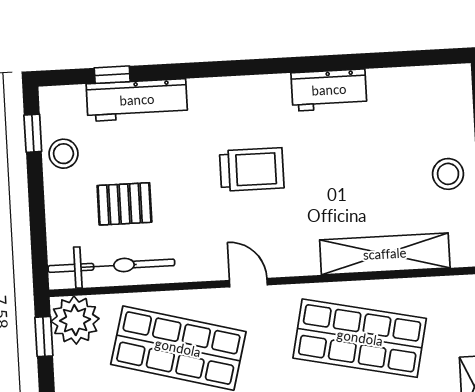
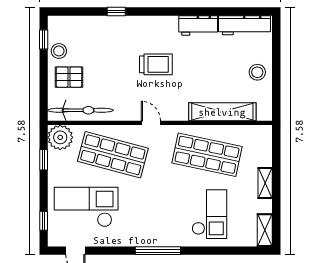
window: (112, 75) -> (116, 11), moved
workbench: (137, 100) -> (244, 25), moved
pallet: (124, 204) -> (69, 77), moved
window: (44, 337) -> (44, 160), moved

